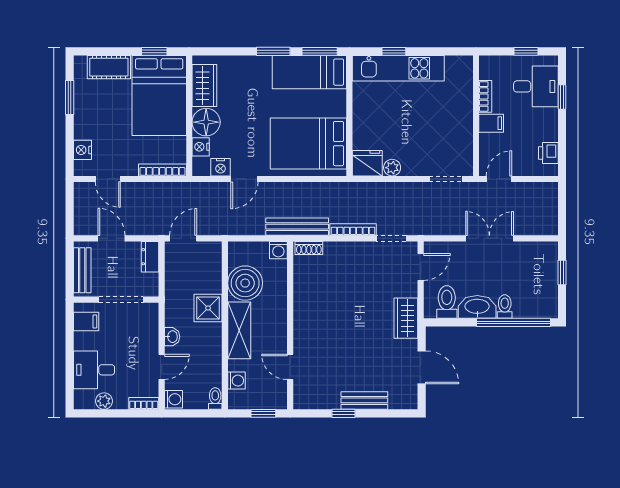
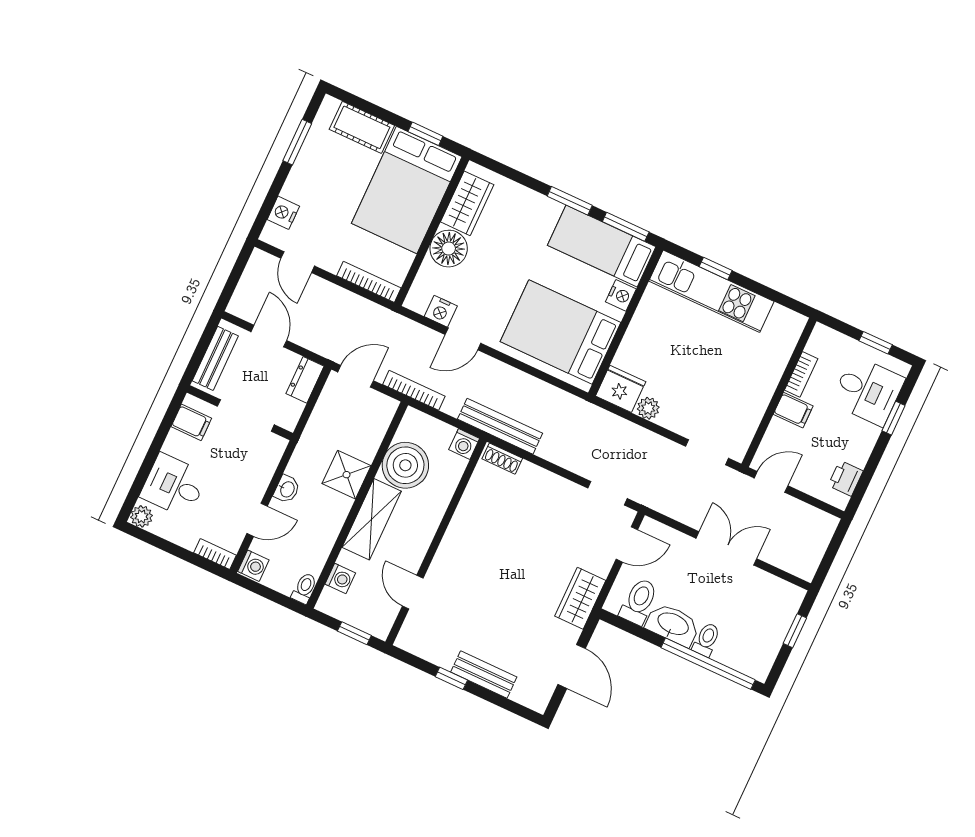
nightstand: (201, 147) -> (621, 295), moved, turned 180
bookcase: (353, 229) -> (414, 390), moved
plant: (104, 401) -> (141, 516), moved

